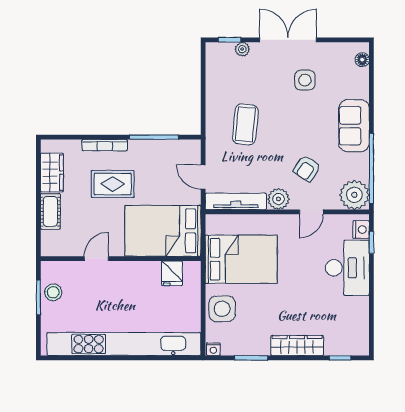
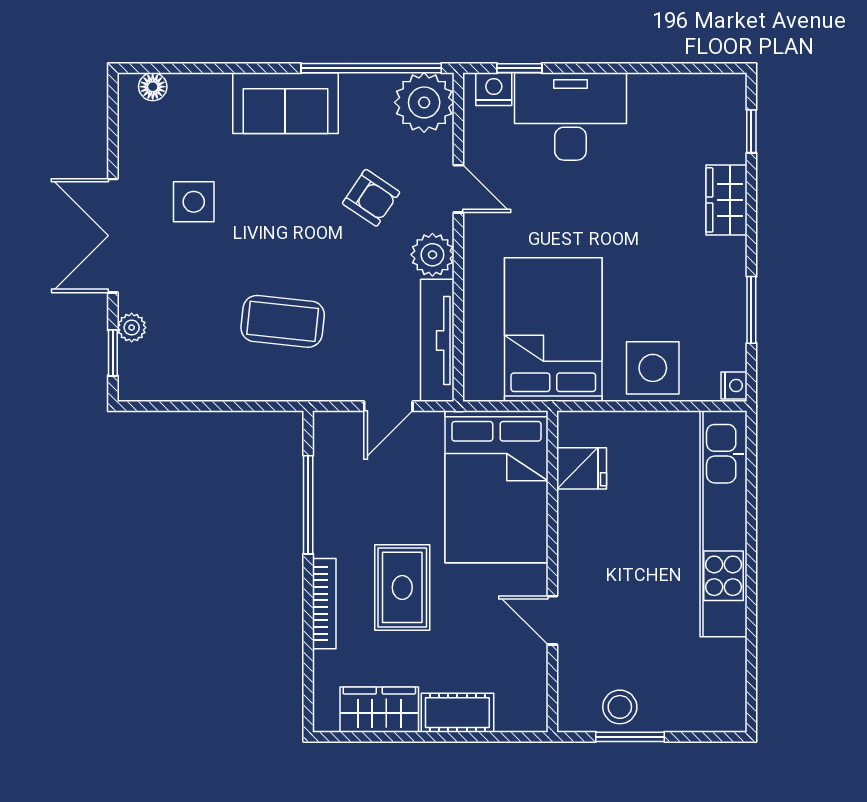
kitchen unit: (124, 344) -> (724, 524), width x0.73
wardrobe: (297, 346) -> (727, 200), width x0.67

